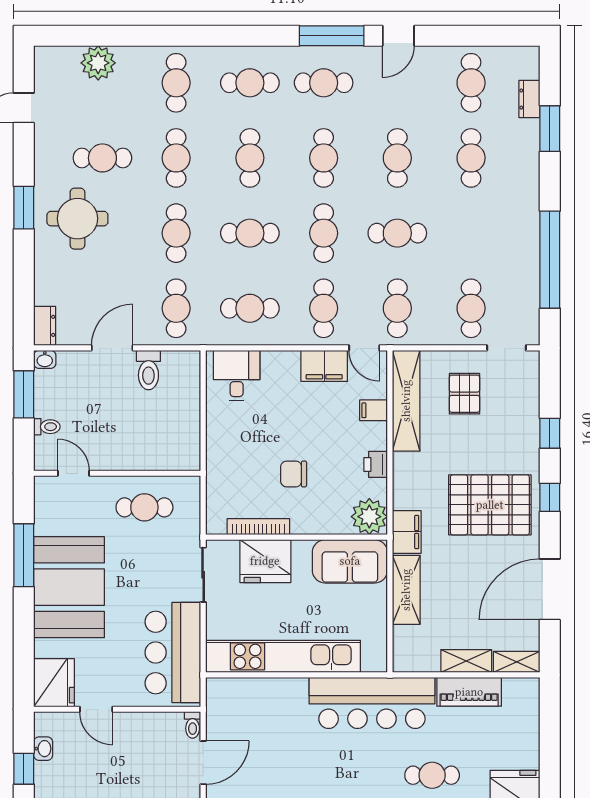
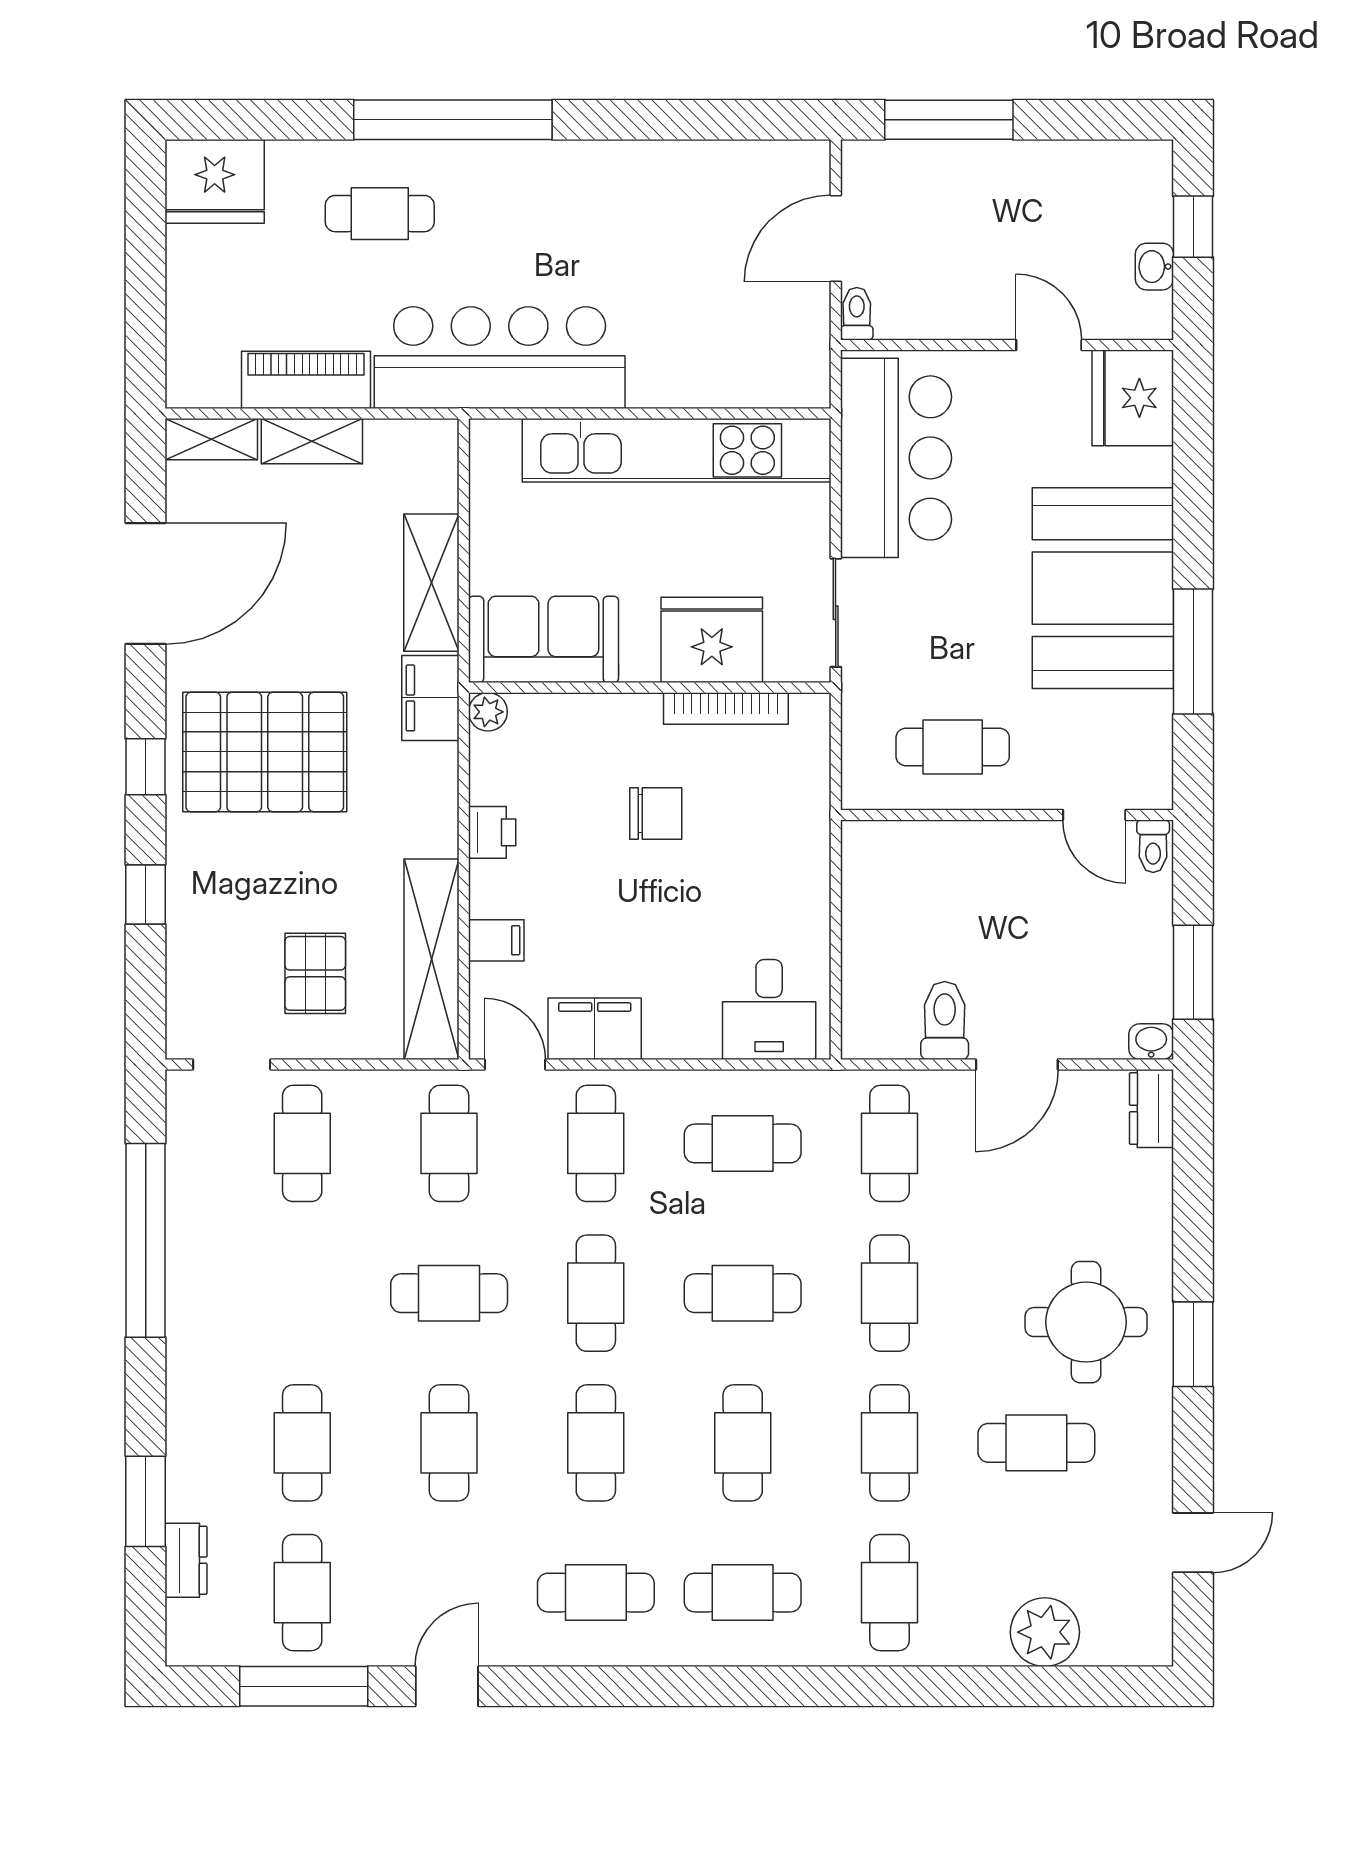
window: (332, 36) -> (304, 1686), moved
toilet: (47, 427) -> (1153, 846), moved, turned -90
plant: (369, 517) -> (488, 712), width x0.53, depth x0.53

